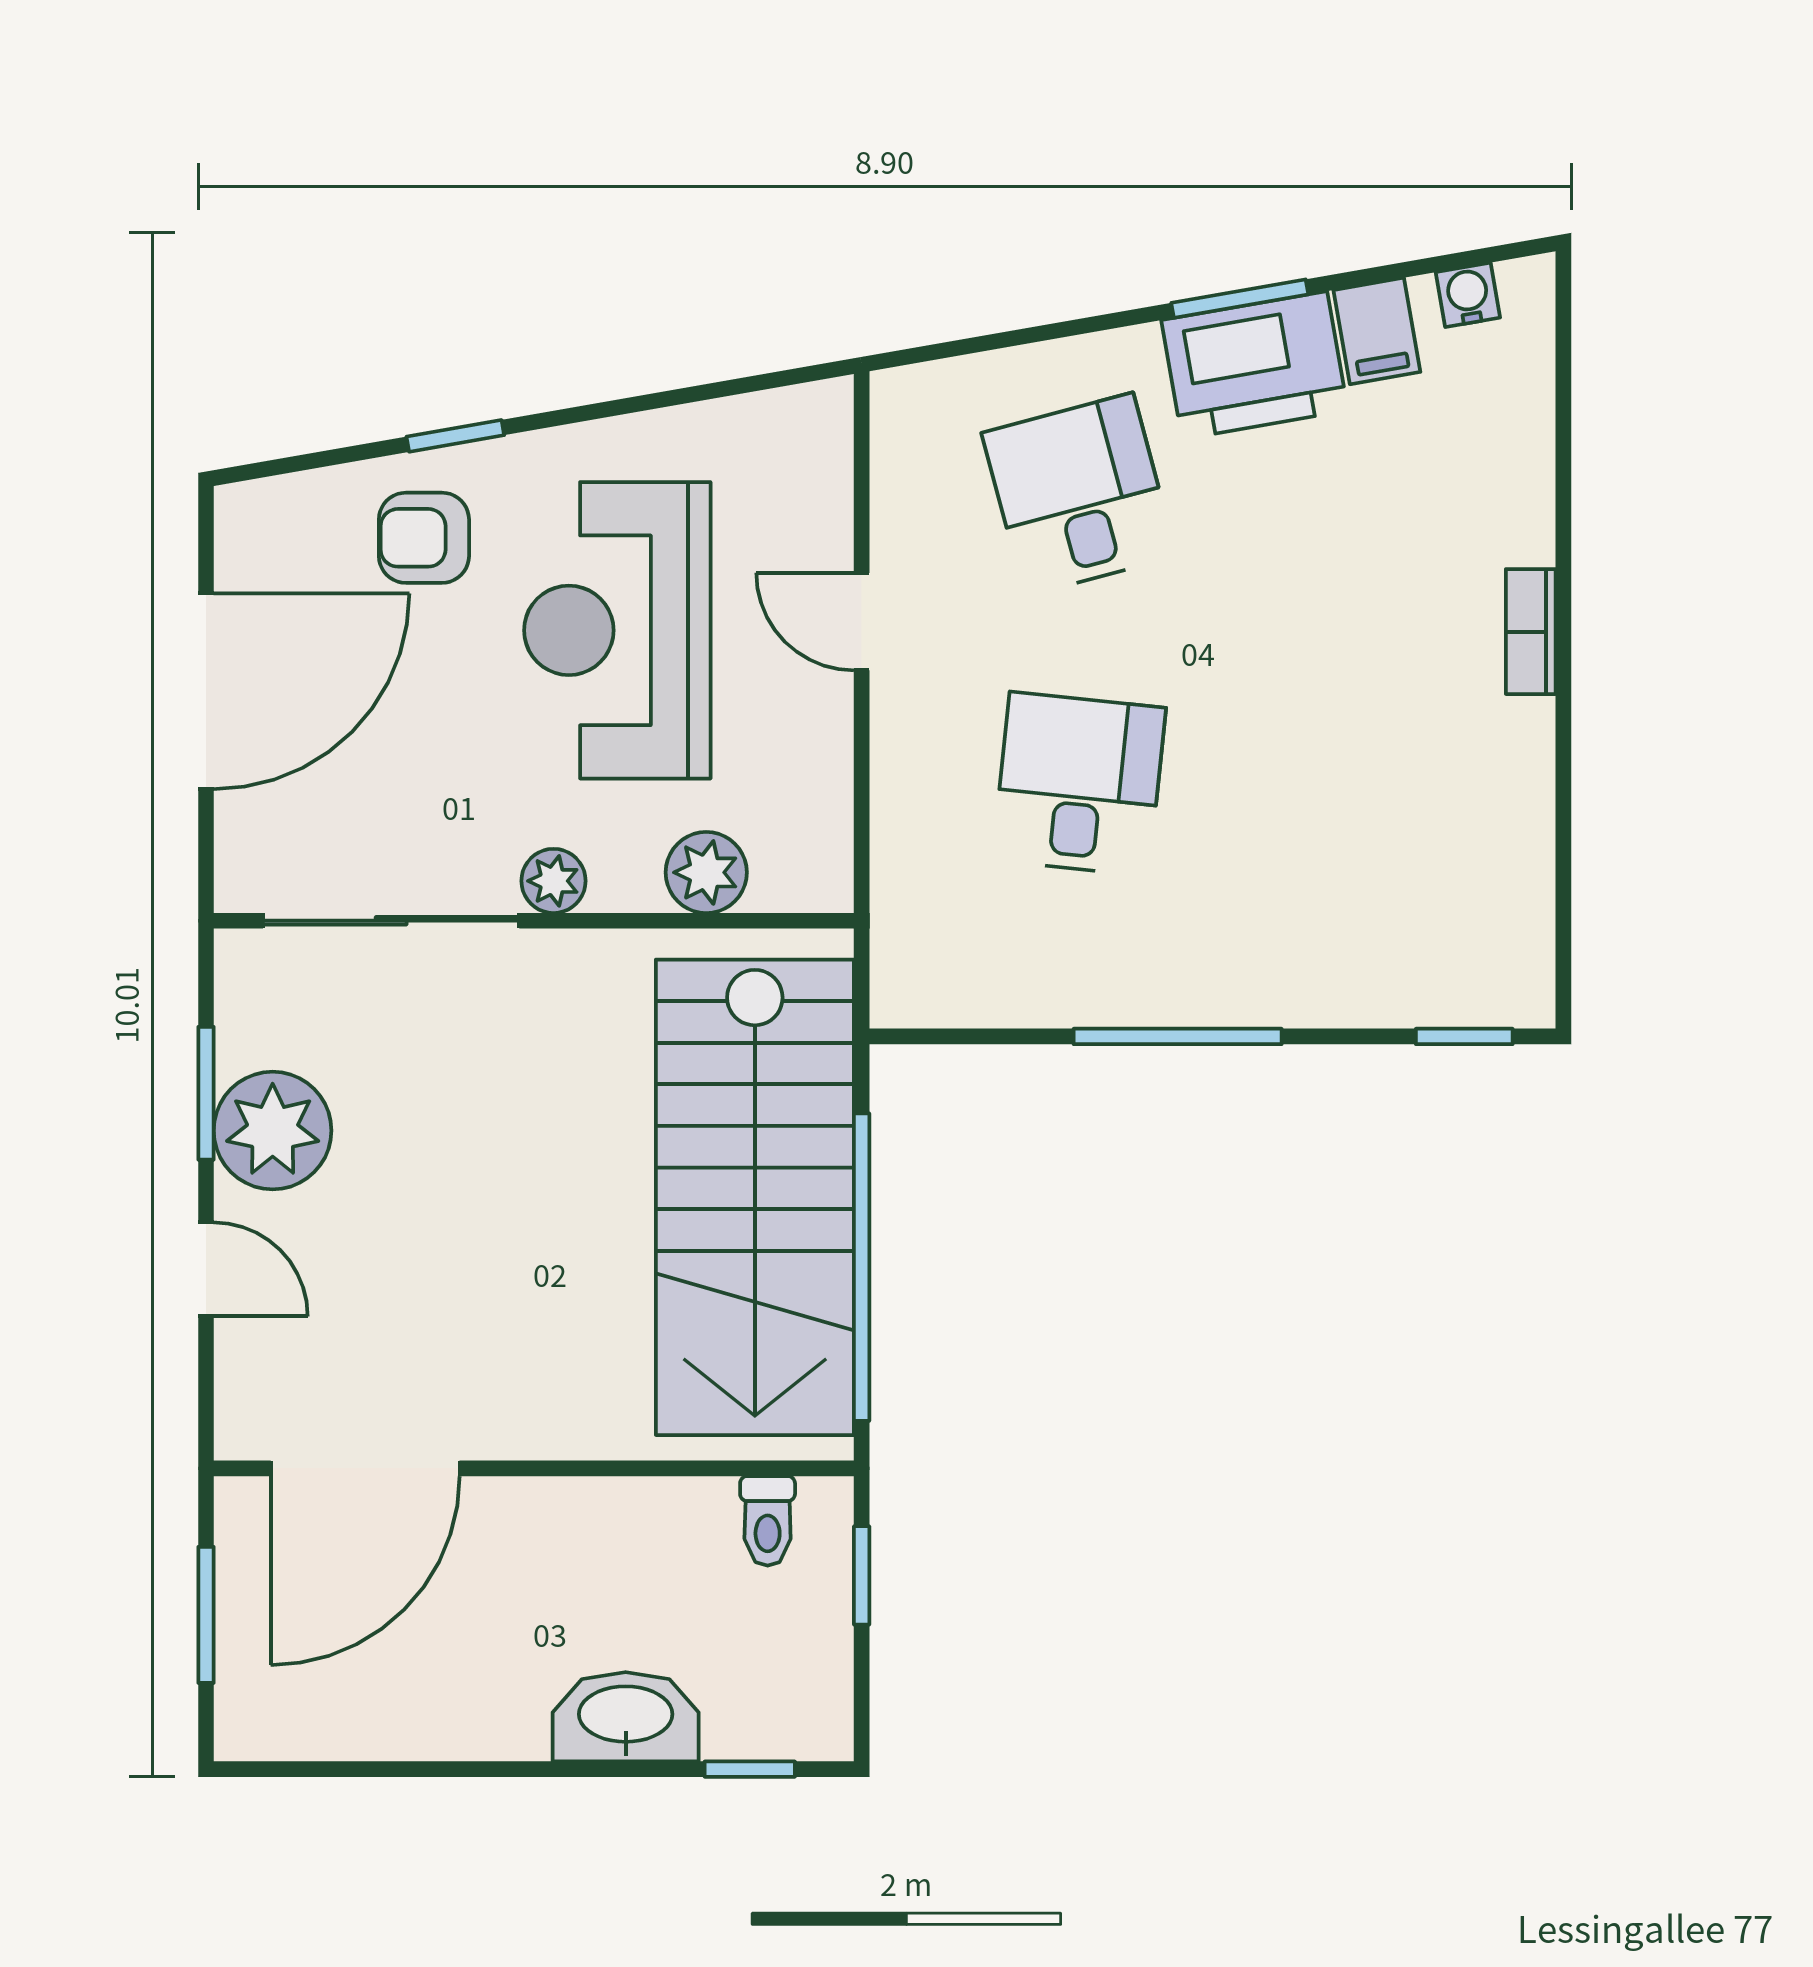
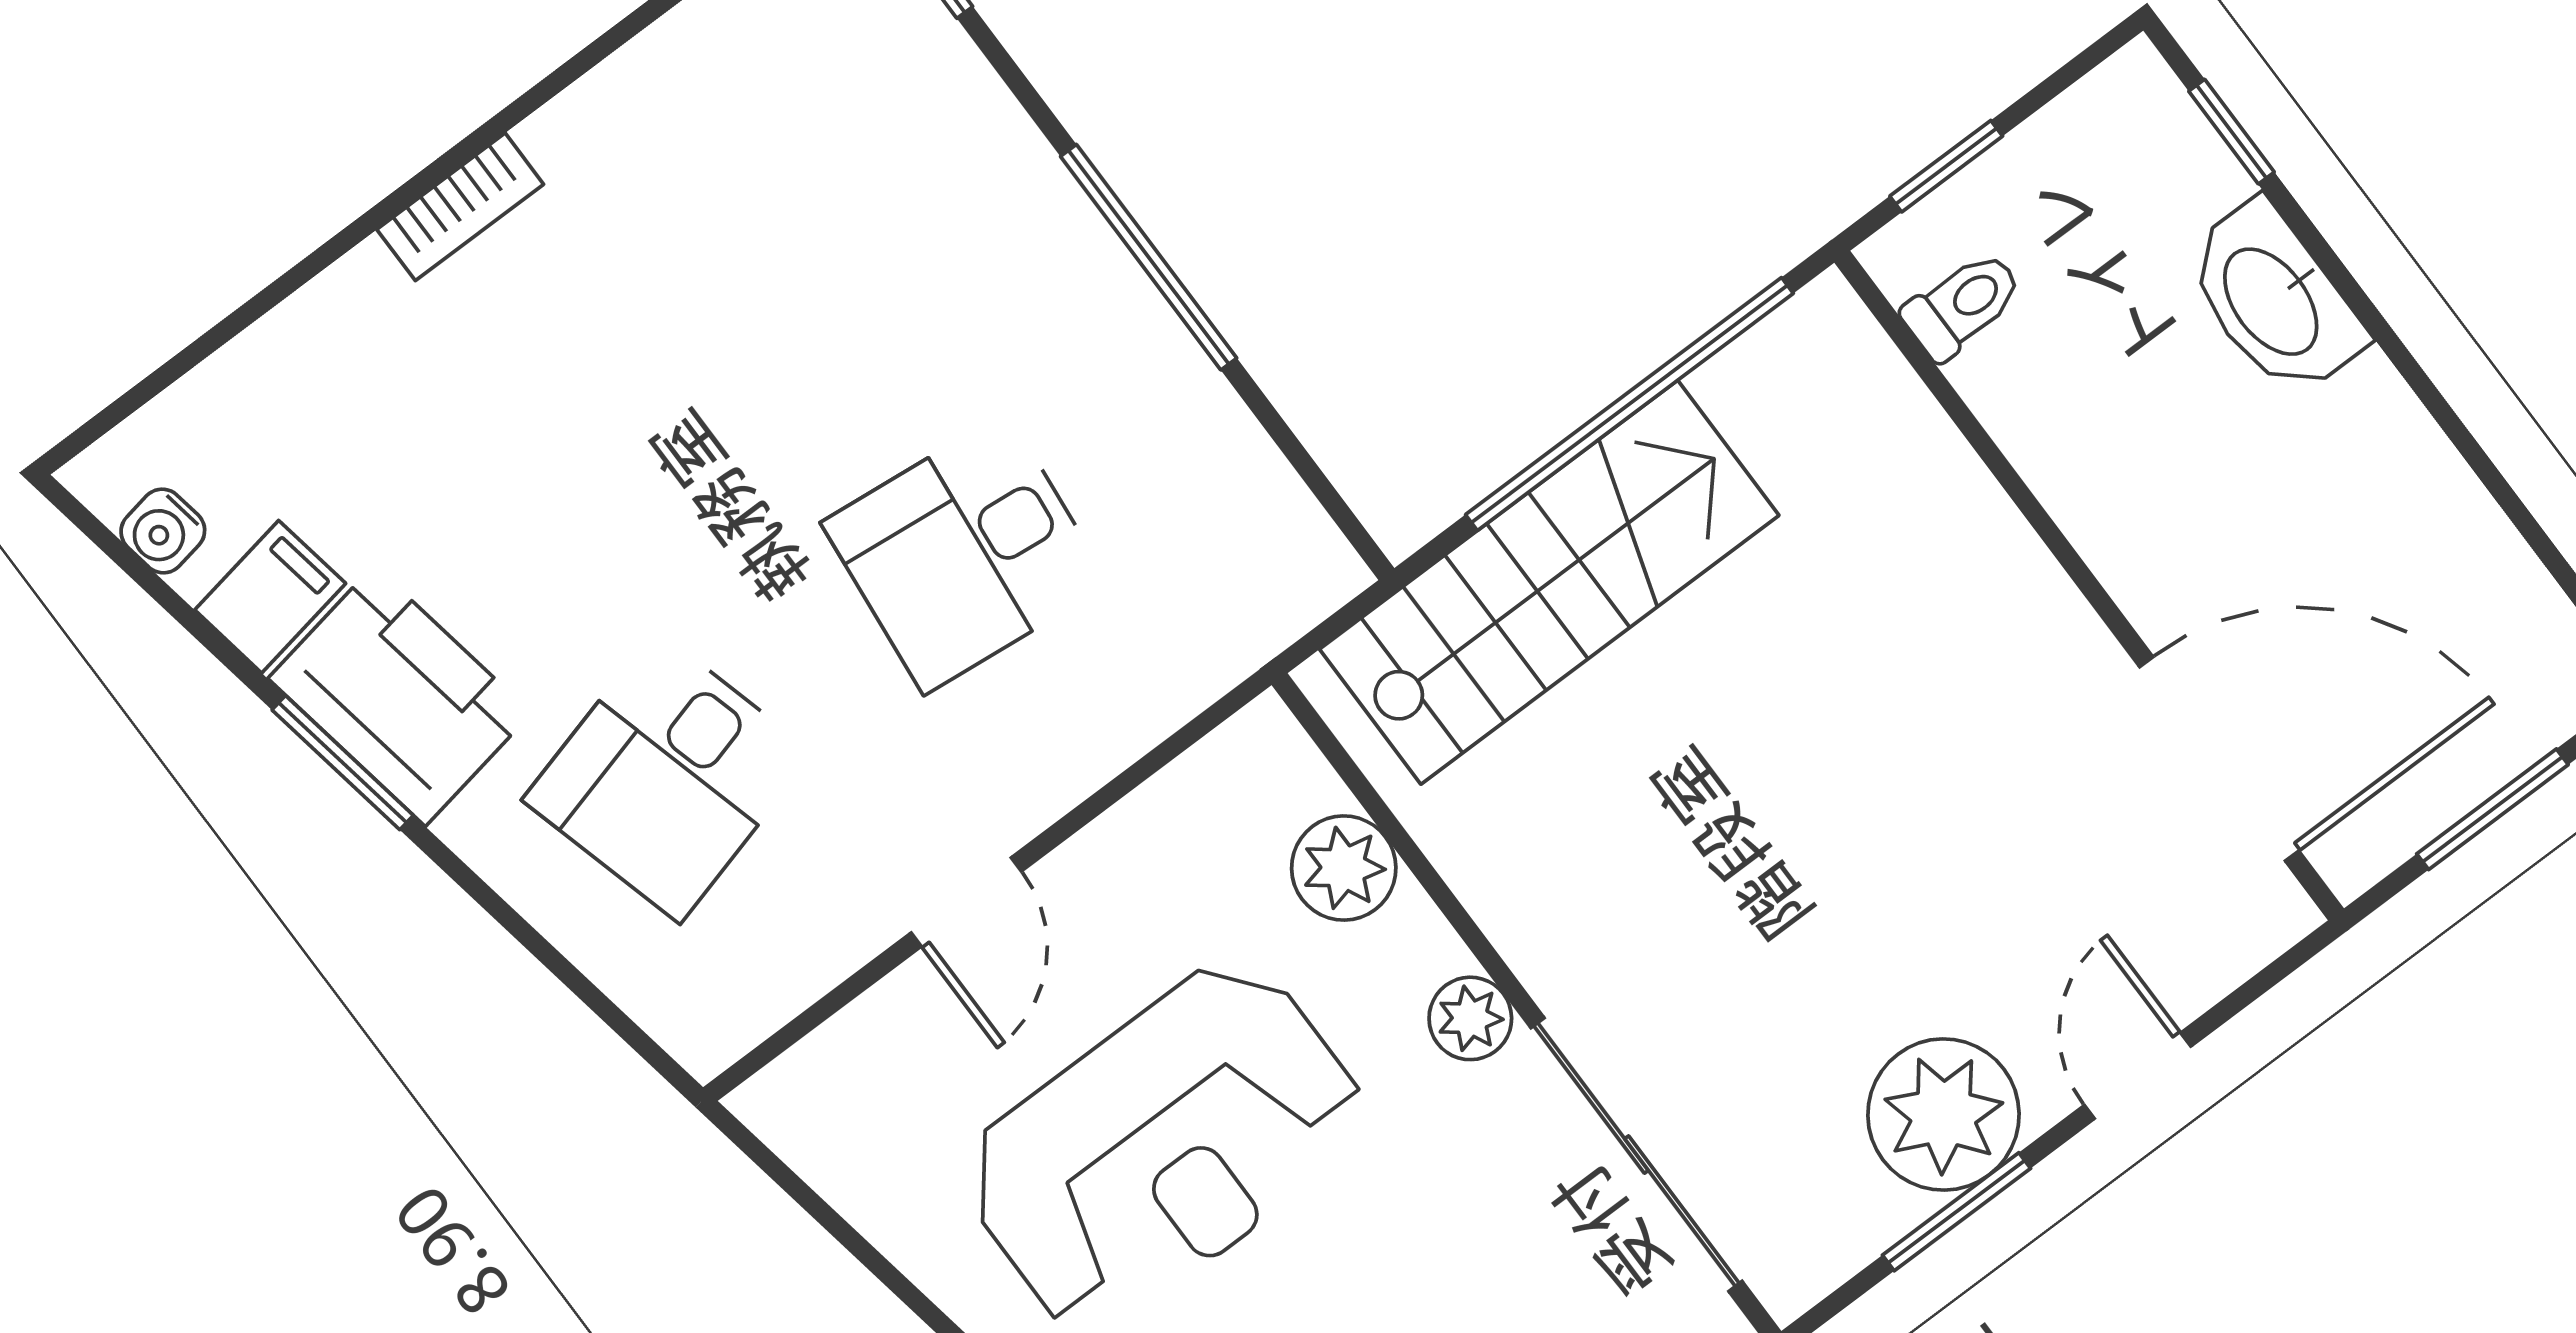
stairs: (755, 1197) -> (1549, 582), width x0.73, depth x0.66

